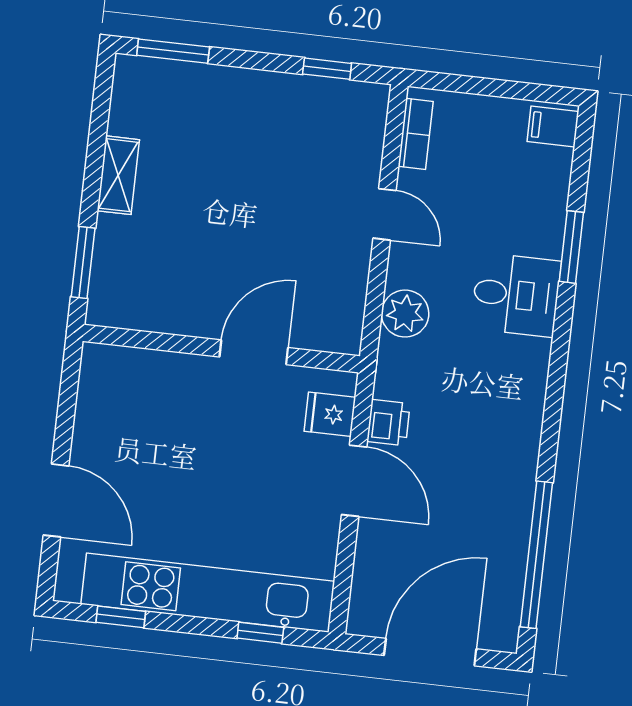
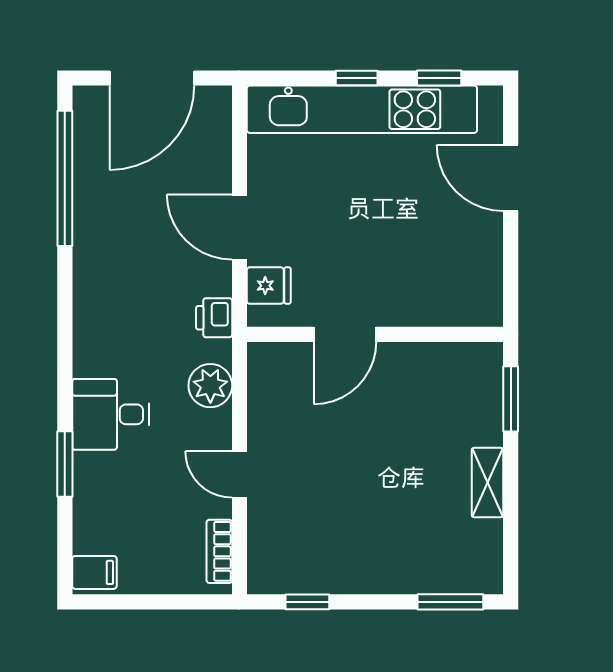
printer: (388, 423) -> (214, 318), moved
window: (260, 633) -> (357, 78), moved

